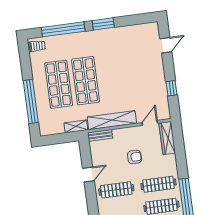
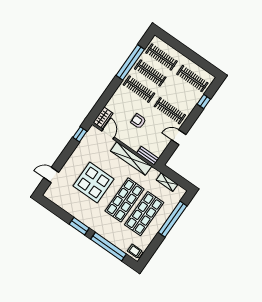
display table: (125, 71) -> (93, 182), added
window: (171, 88) -> (80, 134), moved
door: (150, 123) -> (108, 134), swing flipped
shelving: (76, 126) -> (167, 182), moved
wardrobe: (167, 138) -> (103, 118), width x0.67

